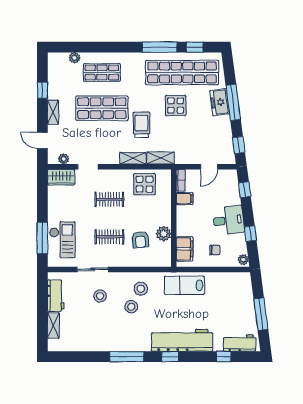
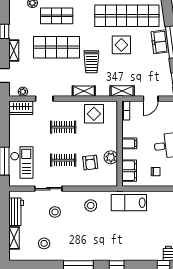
trolley: (141, 125) -> (91, 62), turned 180
shelving: (161, 158) -> (122, 91), moved
filing cabinet: (185, 199) -> (129, 143), moved
stool: (131, 307) -> (44, 243), moved
workbench: (182, 340) -> (127, 251), removed

